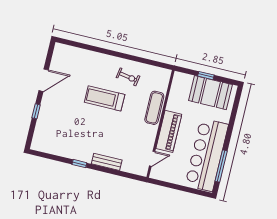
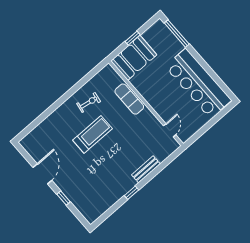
booth: (210, 93) -> (134, 58), moved
treadmill: (105, 98) -> (93, 134), turned 180
piano: (169, 131) -> (157, 101), removed
window: (221, 166) -> (177, 34), moved

